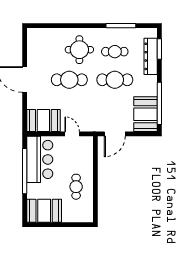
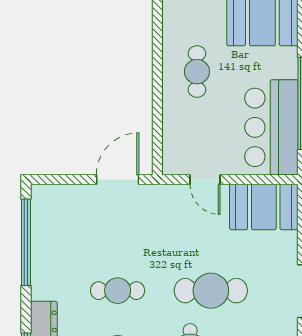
cafe table: (115, 80) -> (118, 291), width x0.73, depth x0.74
booth: (146, 114) -> (55, 220), removed

